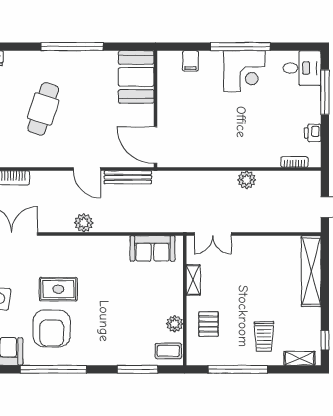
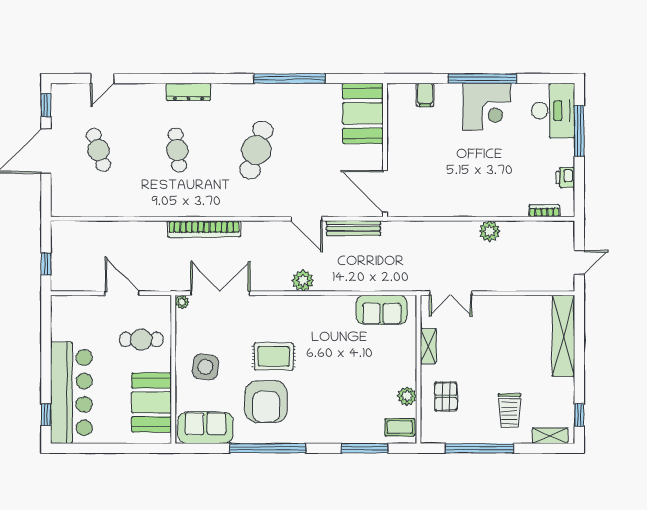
desk: (302, 68) -> (553, 111), width x1.37

